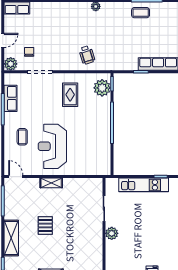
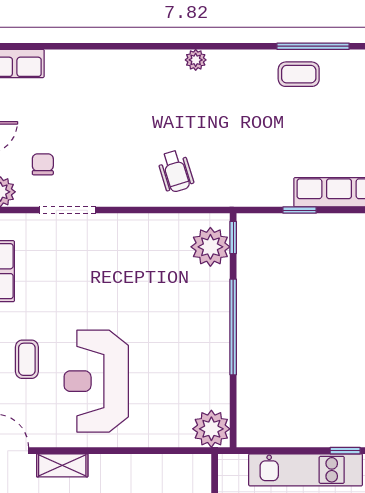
rug: (70, 95) -> (137, 263), removed
plant: (102, 167) -> (211, 429), added
shelving: (51, 183) -> (62, 465), moved

